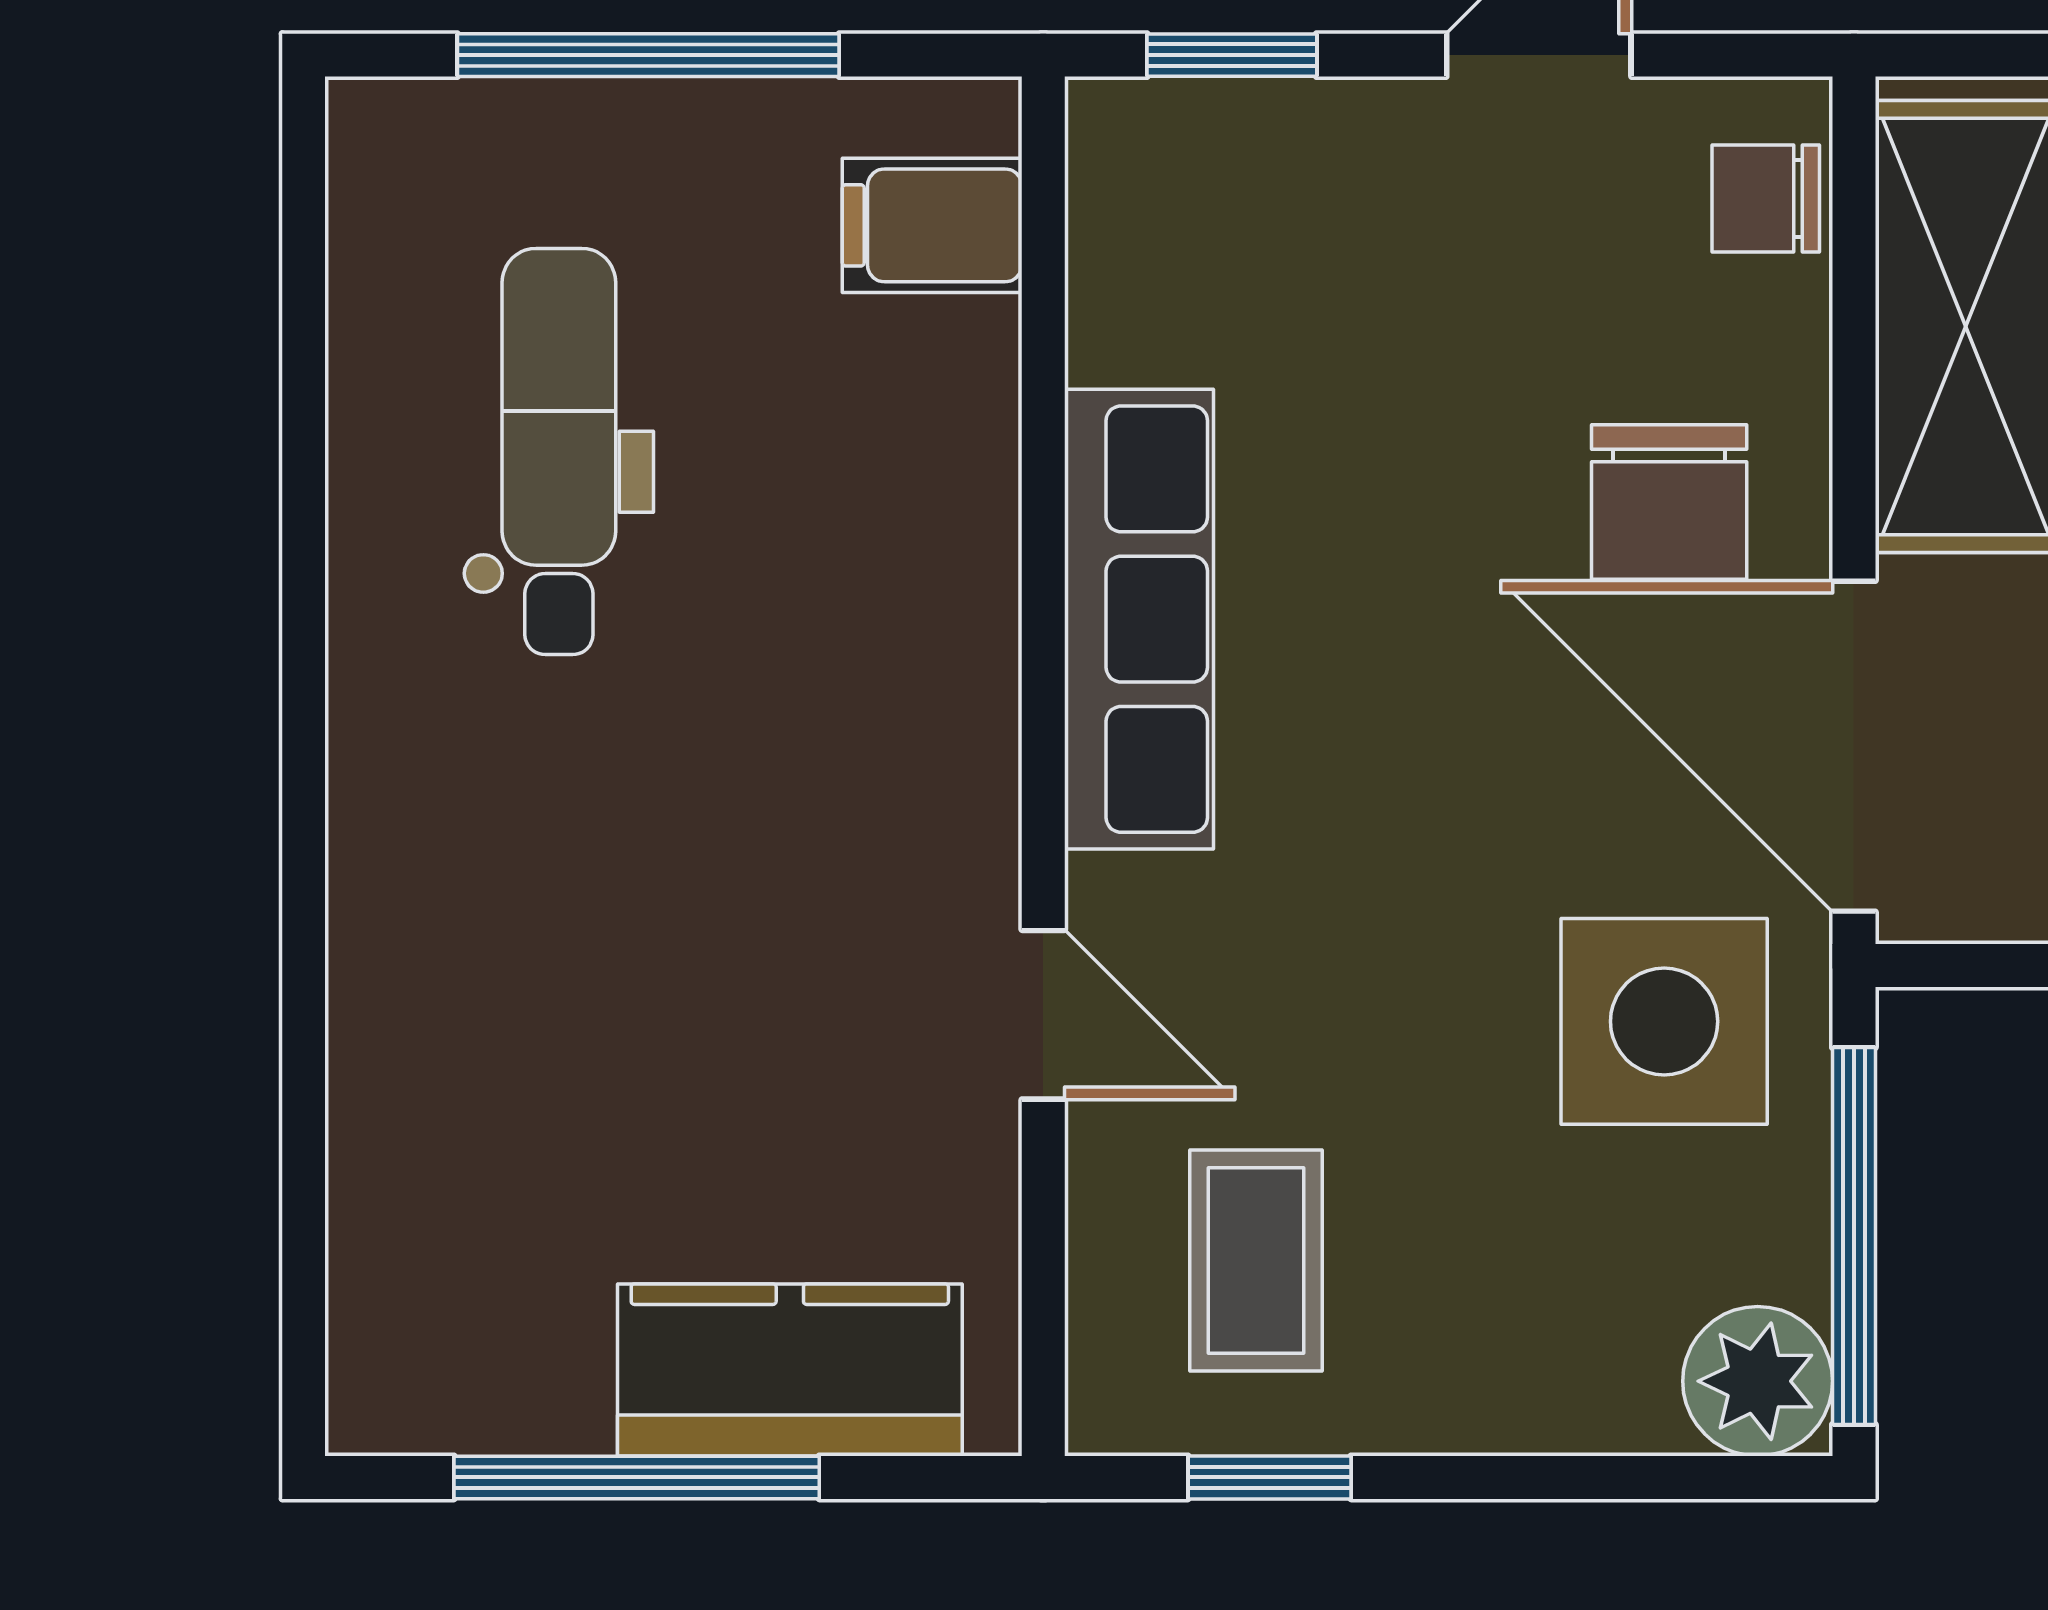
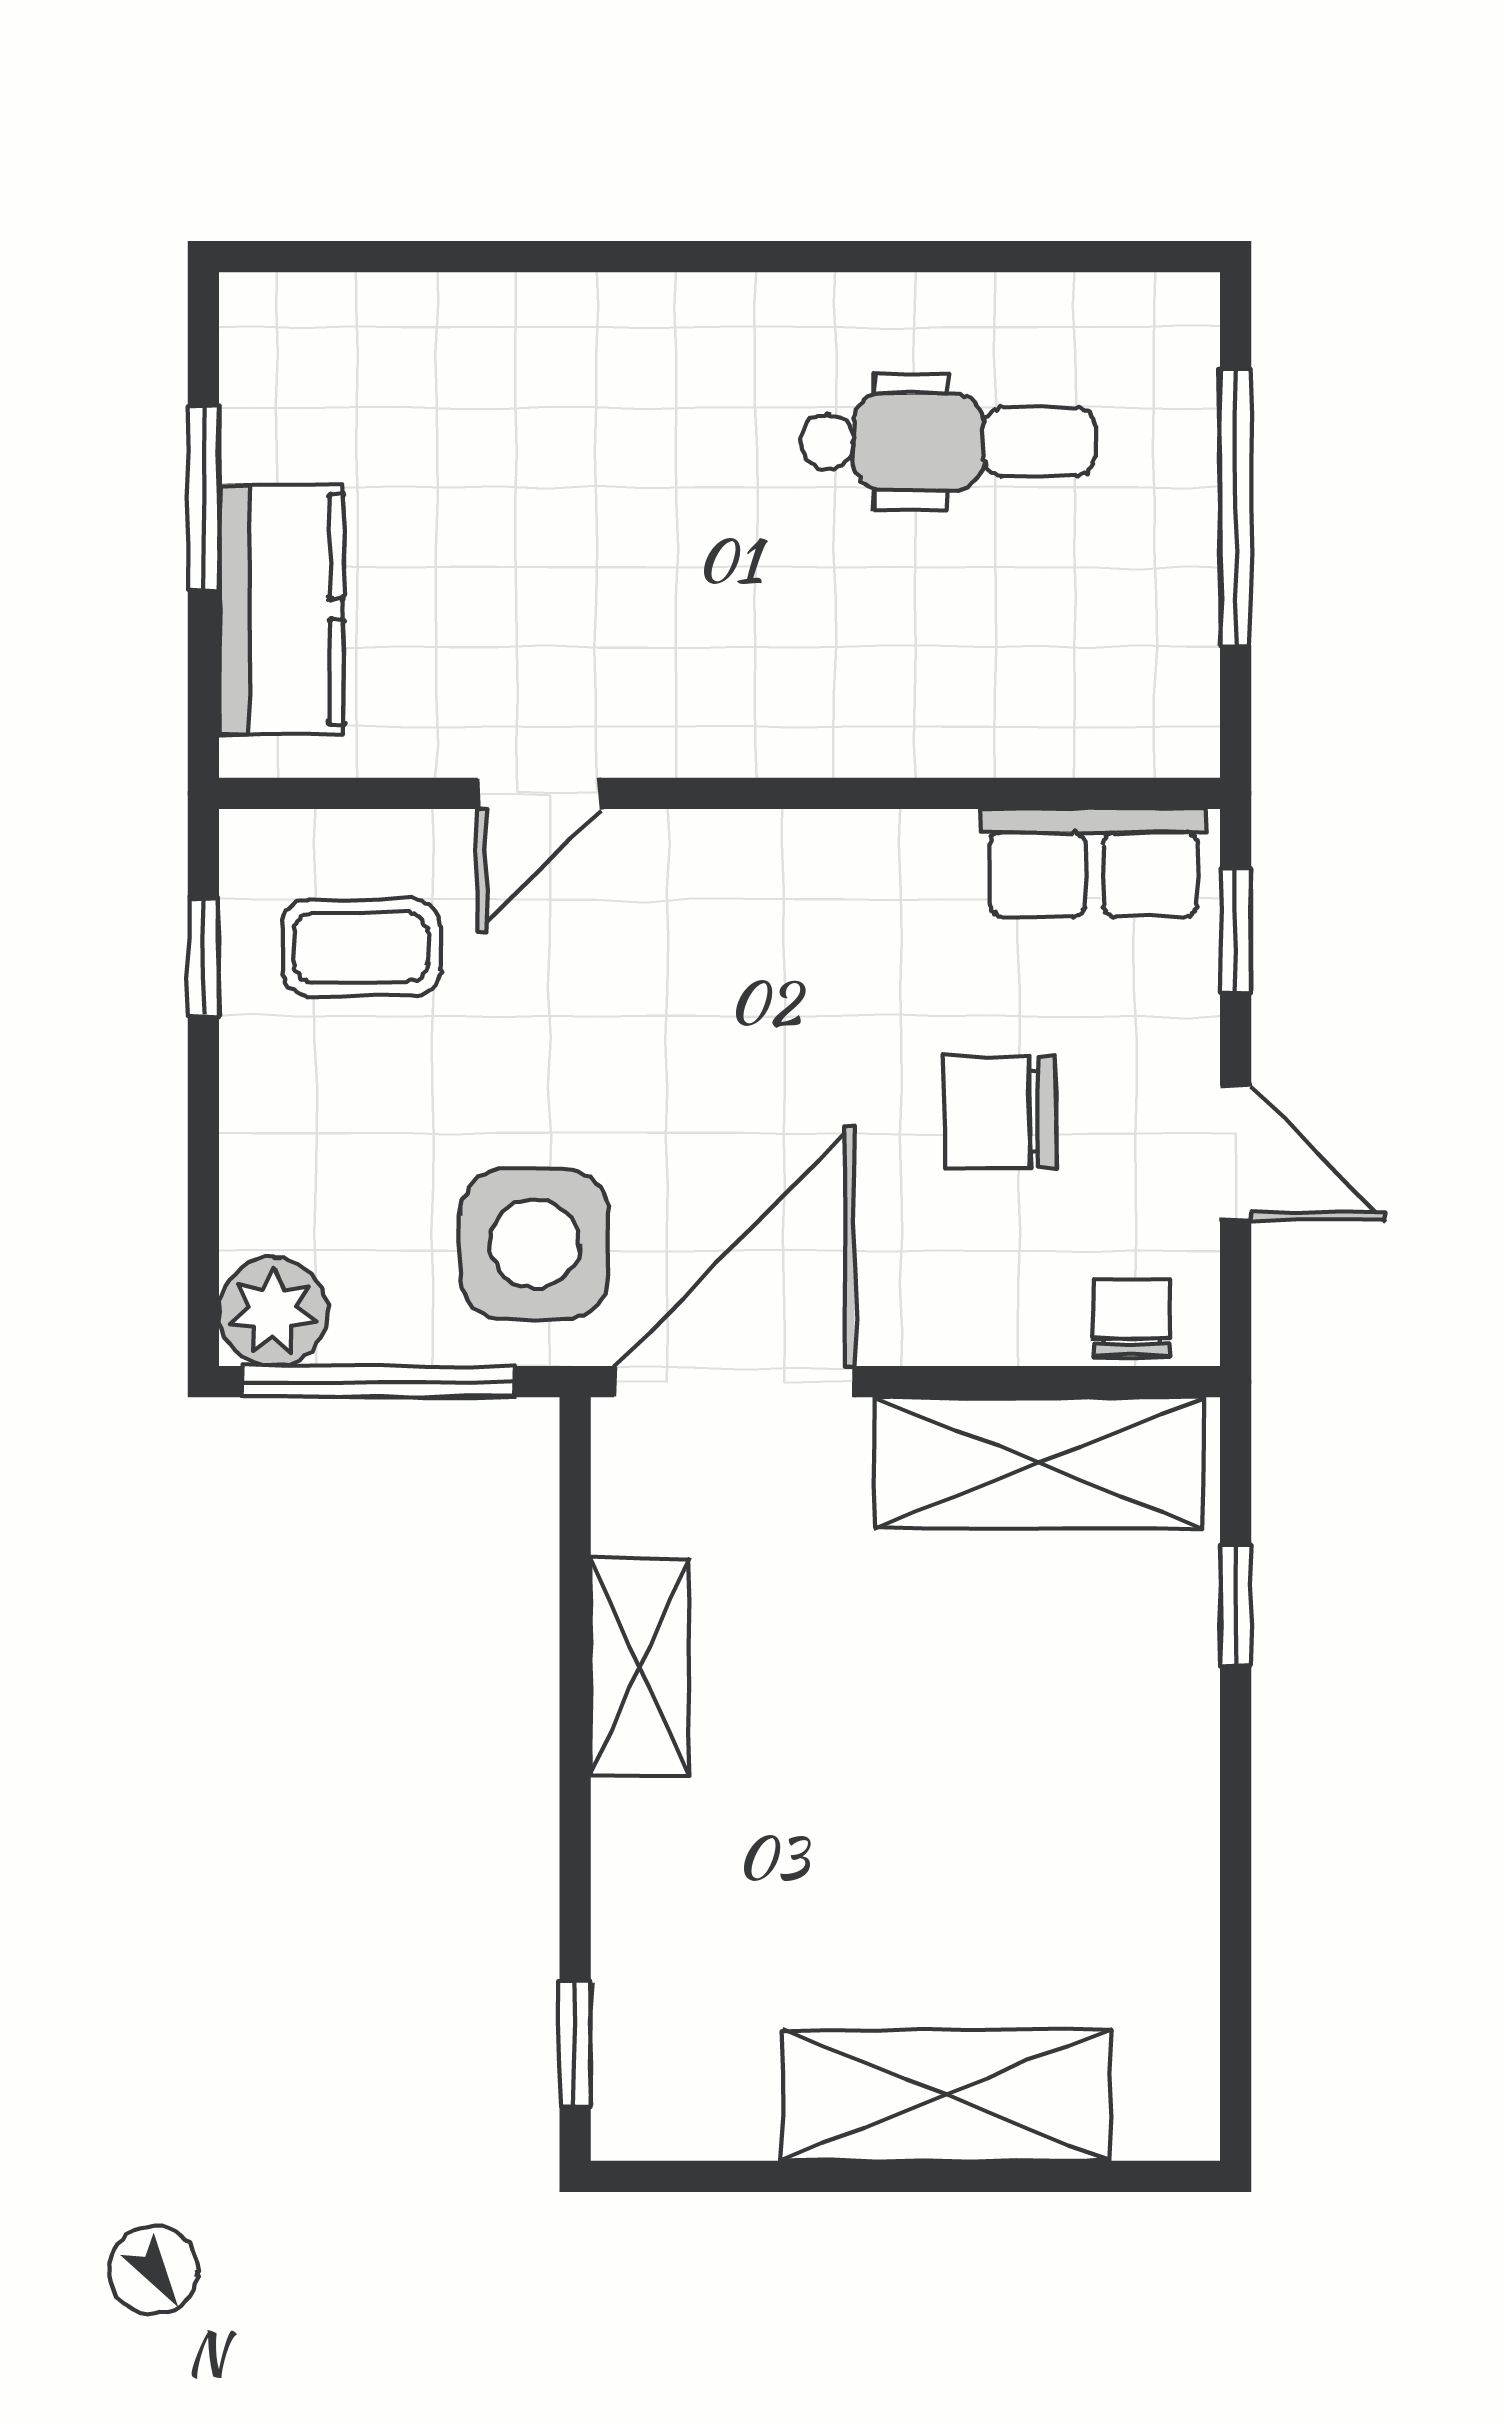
filing cabinet: (932, 225) -> (1112, 713), removed
chair: (1669, 502) -> (1000, 1112), moved
row of seats: (1139, 619) -> (1094, 863), moved, width x0.68
window: (637, 1477) -> (203, 498), width x0.69

